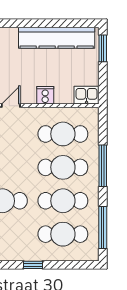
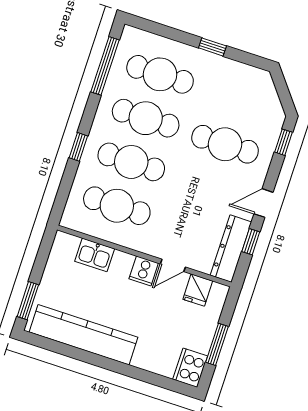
cooker: (45, 95) -> (144, 271), moved
kitchen sink: (87, 95) -> (95, 255), moved
window: (103, 166) -> (78, 147), width x0.46

